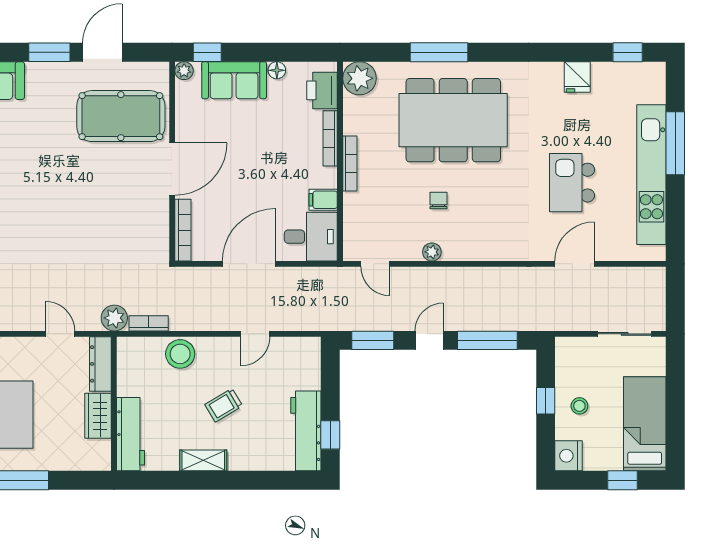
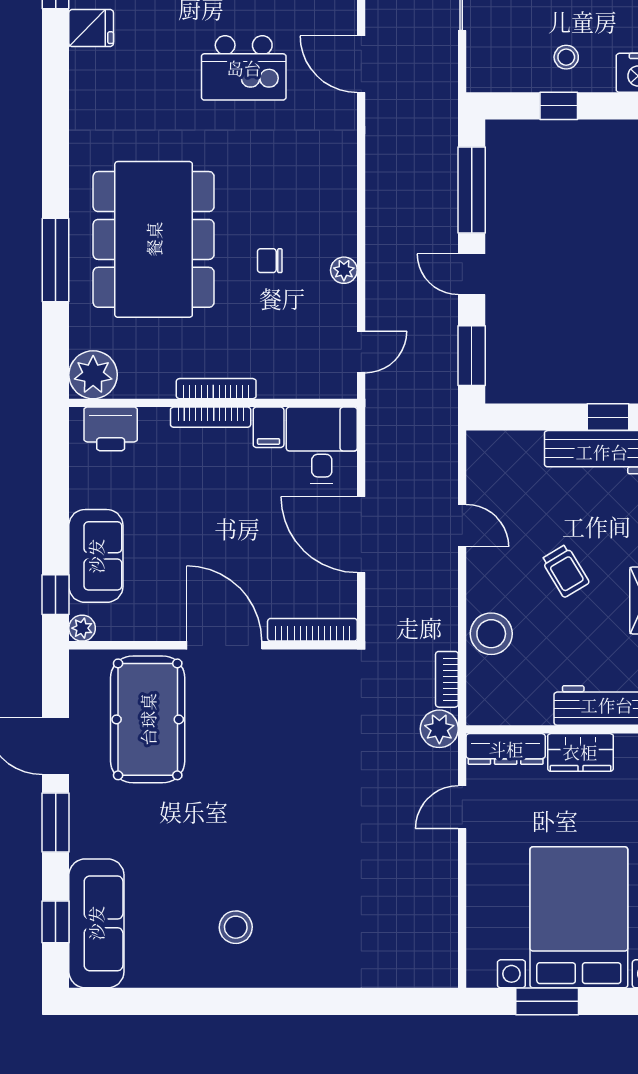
floor lamp: (277, 70) -> (82, 494), removed
fridge: (577, 77) -> (91, 28), moved
bookcase: (330, 138) -> (211, 417), moved

